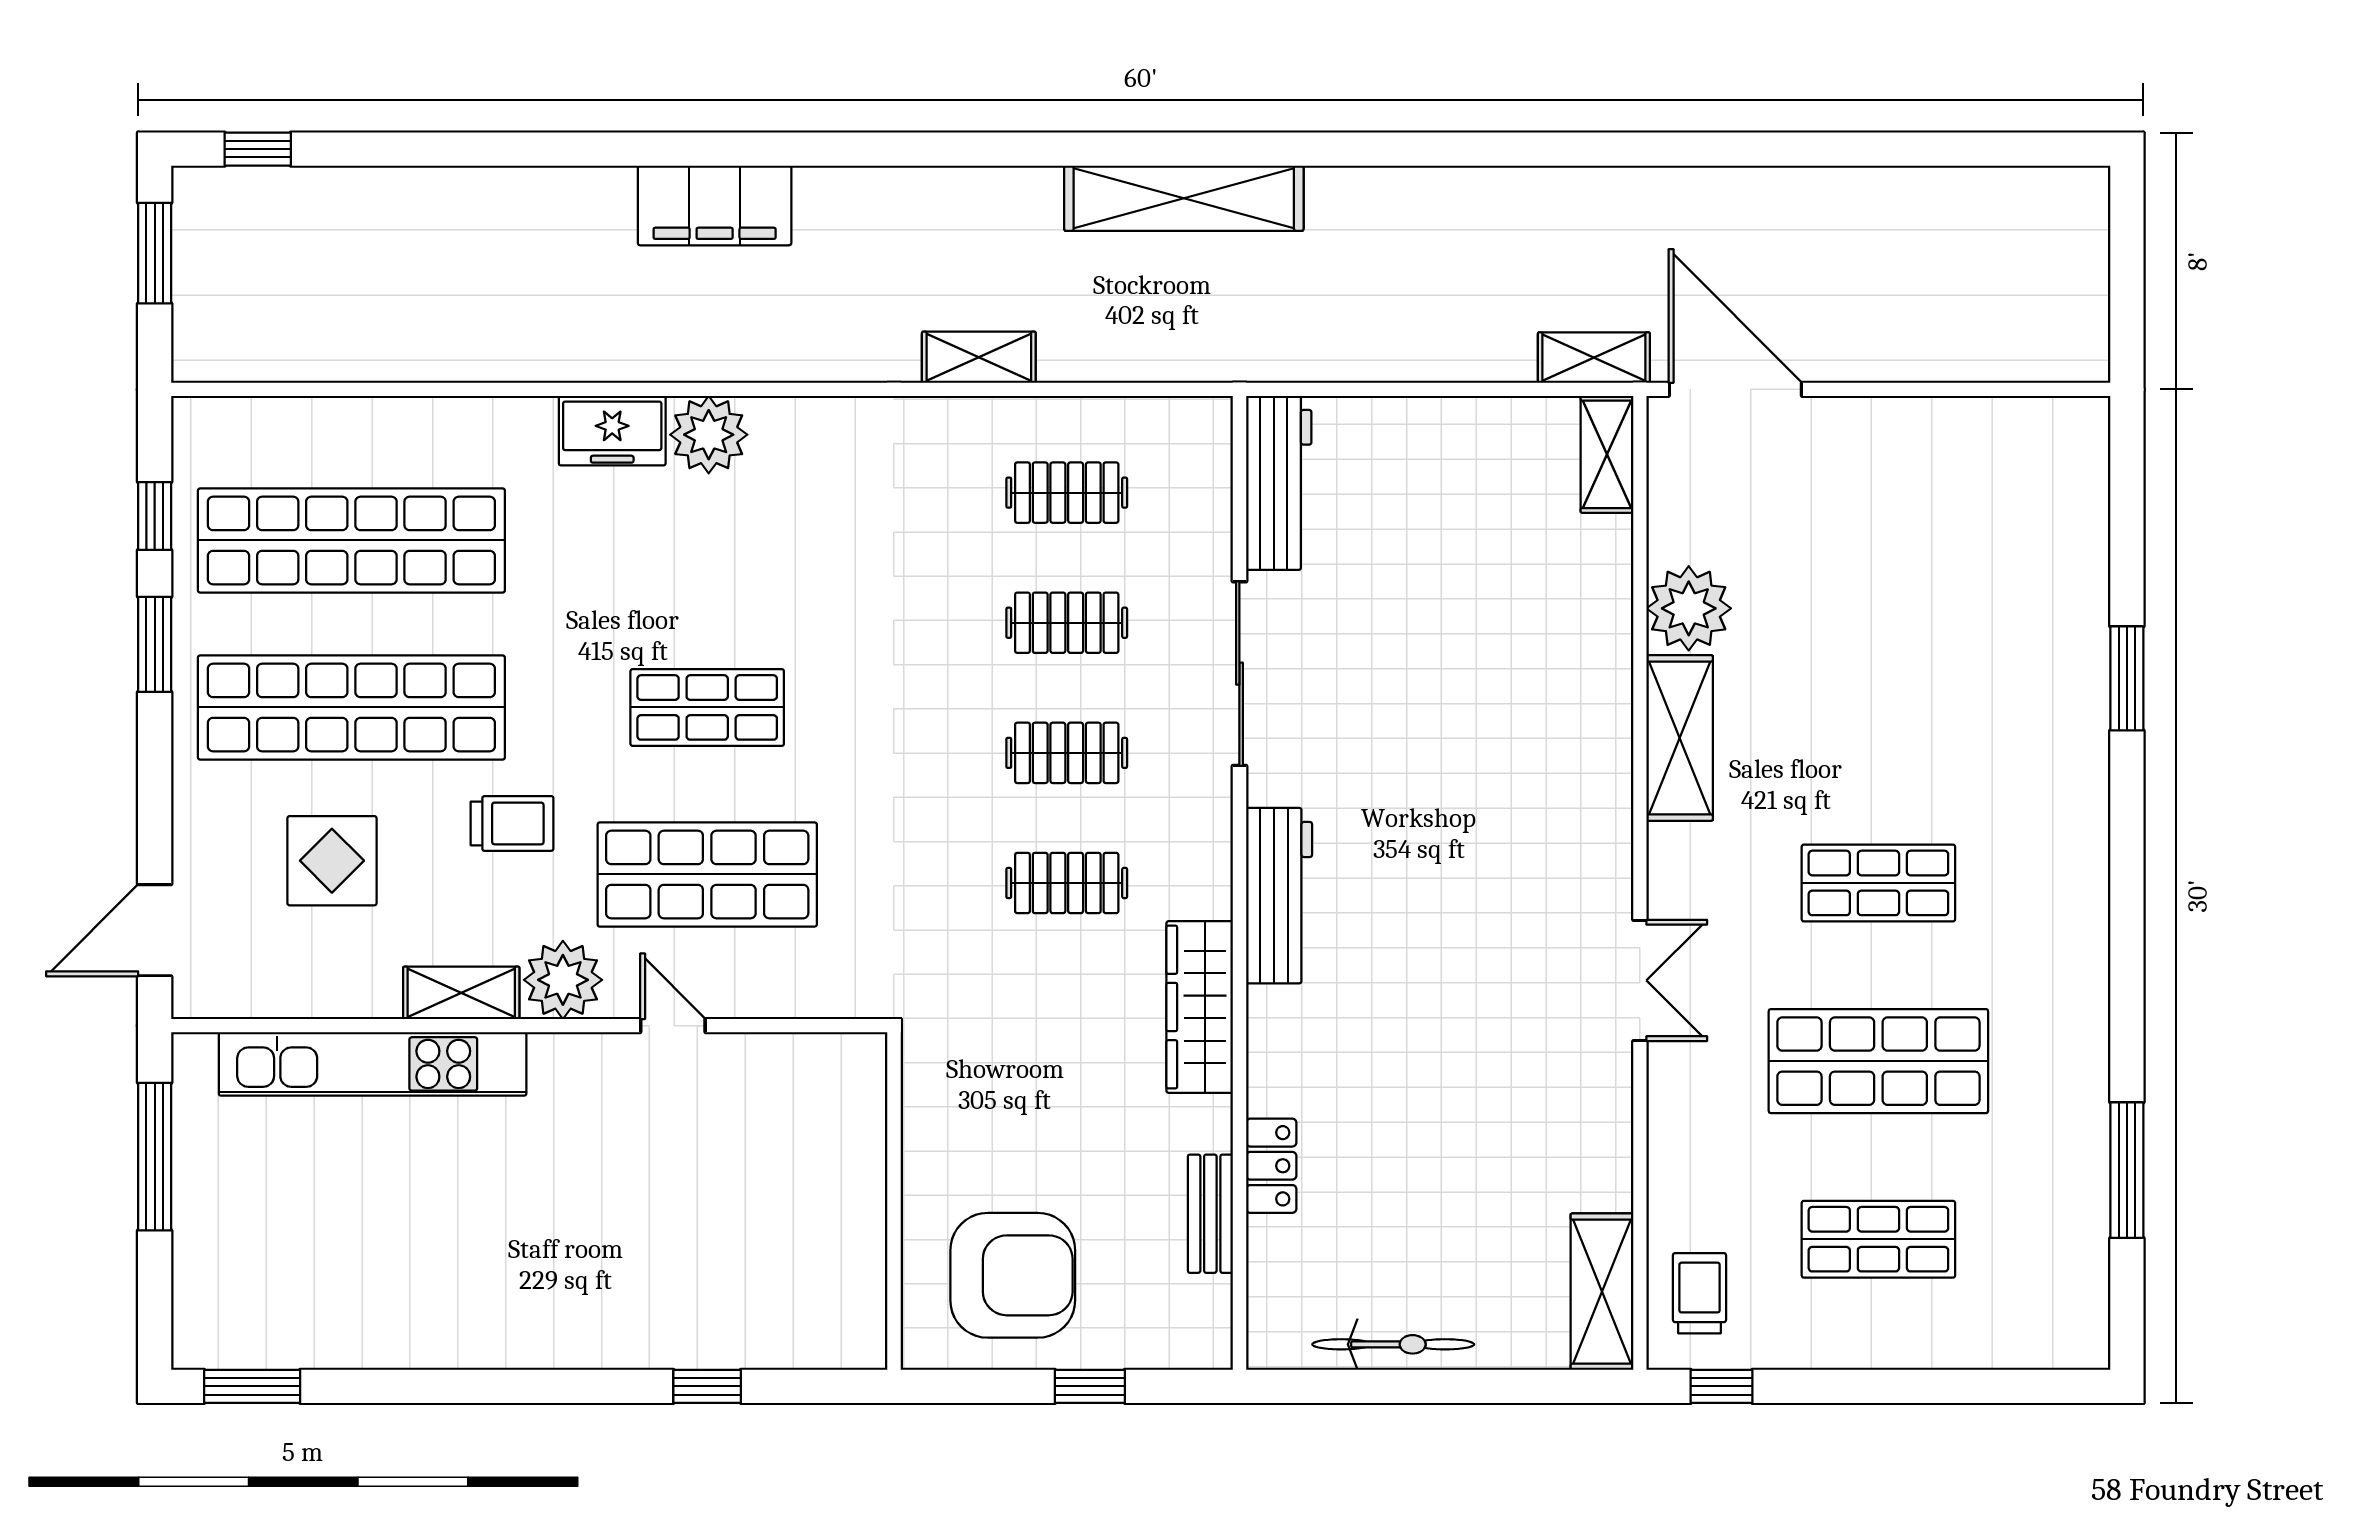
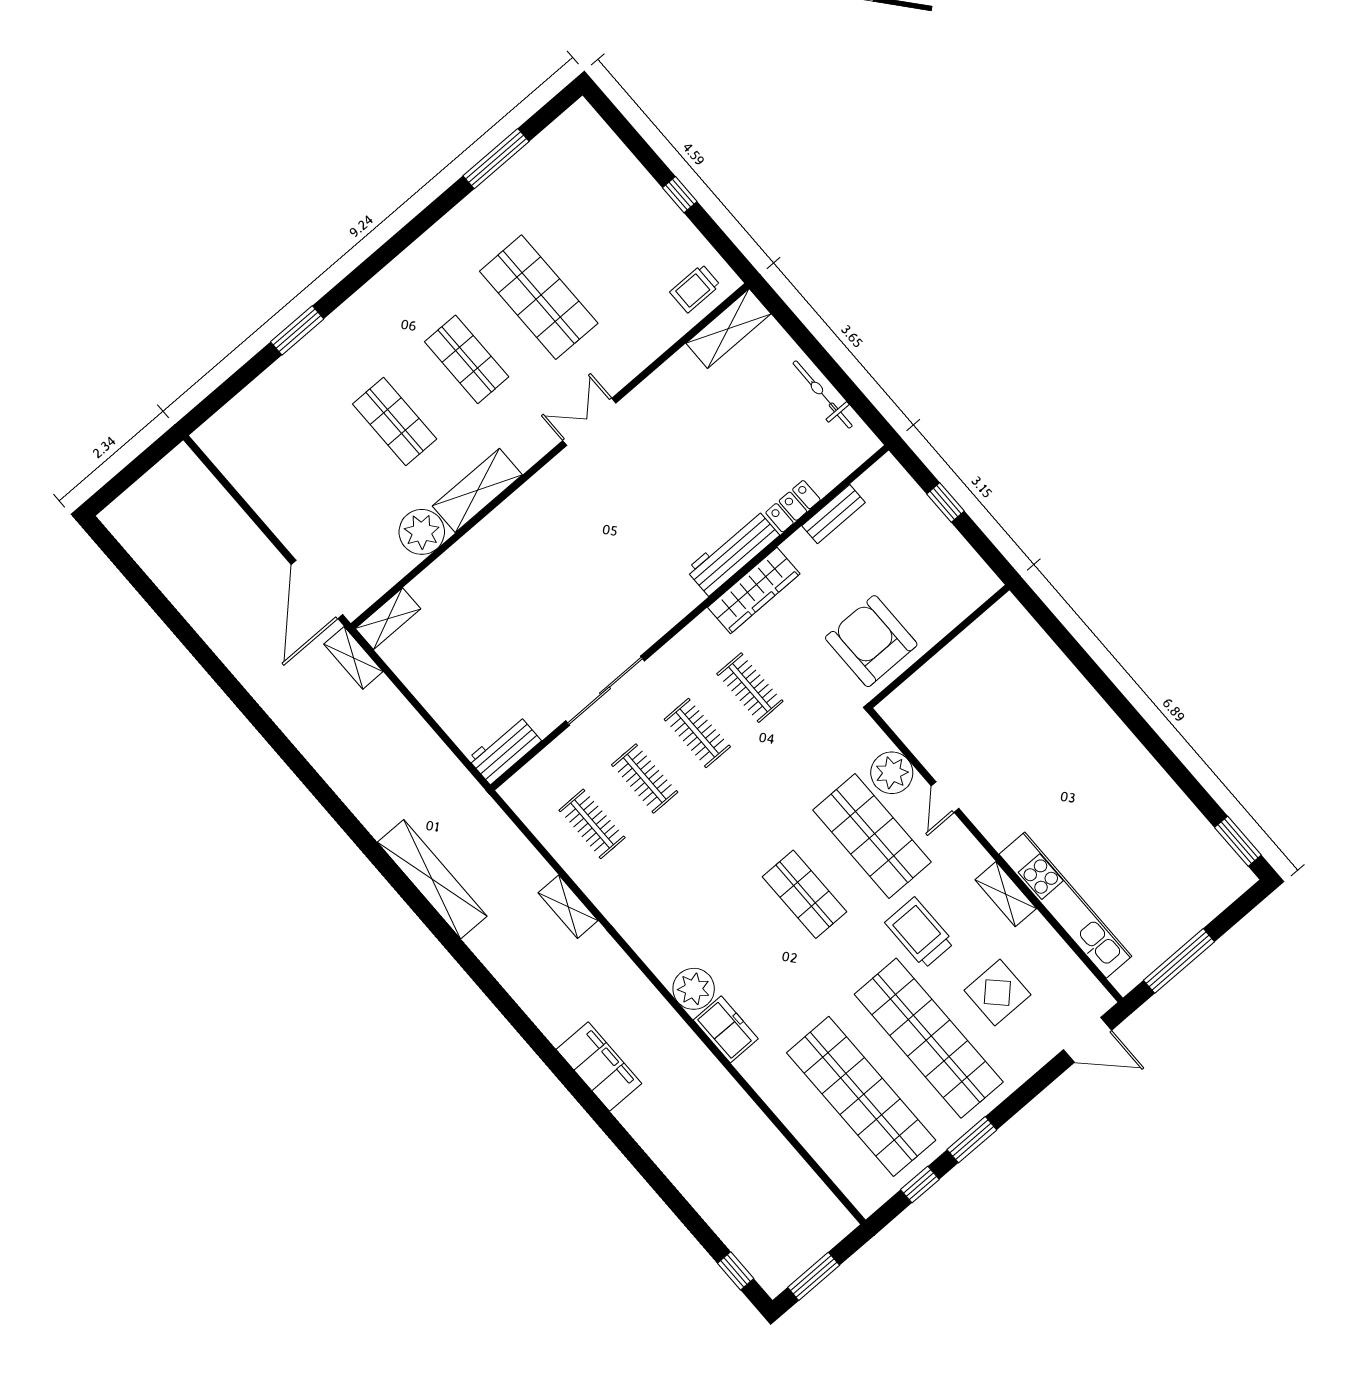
workbench: (1279, 483) -> (505, 750), width x0.73
trolley: (512, 823) -> (919, 933), width x1.36, depth x1.39
workbench: (1279, 896) -> (733, 553), moved
plant: (563, 980) -> (892, 773), moved
shop shelf: (1878, 1239) -> (395, 422), moved
armchair: (1013, 1275) -> (871, 641), moved
window: (707, 1386) -> (1079, 657), removed
window: (1721, 1386) -> (680, 195), moved

